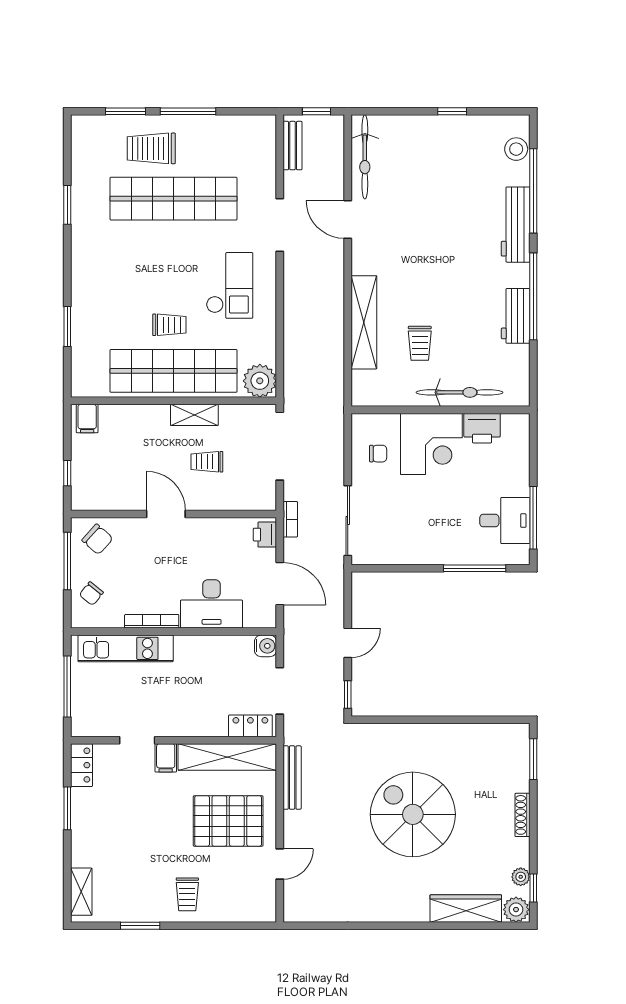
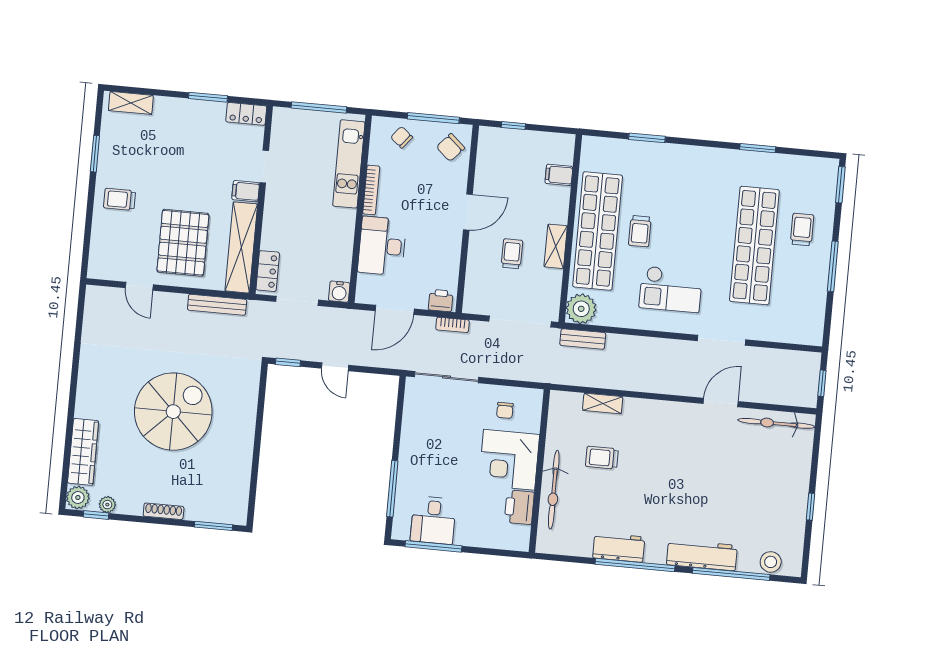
window: (126, 111) -> (840, 185), moved
bench: (293, 146) -> (583, 339), moved
trolley: (151, 148) -> (802, 230), width x0.73, depth x0.72
shelving: (364, 322) -> (603, 403), width x0.45, depth x0.75
filing cabinet: (87, 419) -> (559, 175), moved

